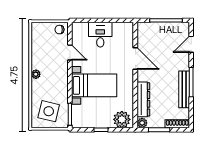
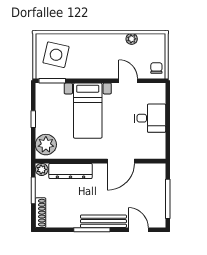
door: (70, 52) -> (128, 81), swing flipped
plant: (36, 74) -> (132, 39), moved
bench: (184, 89) -> (103, 221), moved

